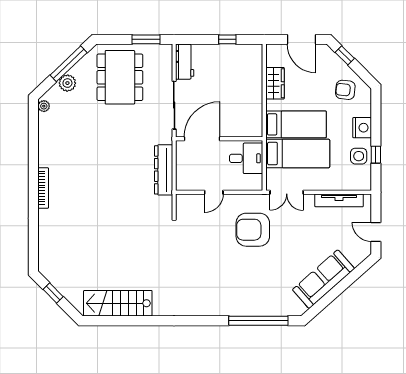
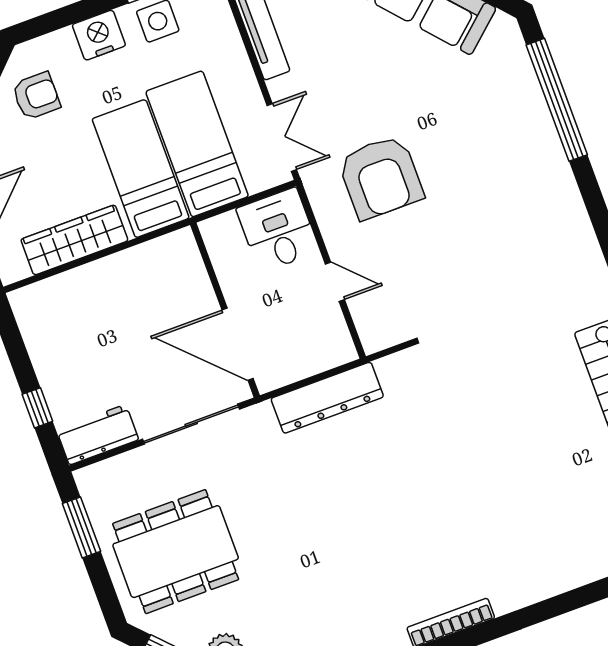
window: (227, 39) -> (37, 408), moved
wardrobe: (275, 83) -> (74, 240), width x1.50
armchair: (345, 90) -> (36, 96), turned -96
desk: (246, 158) -> (278, 230), moved

